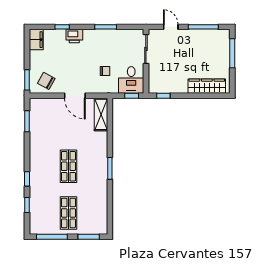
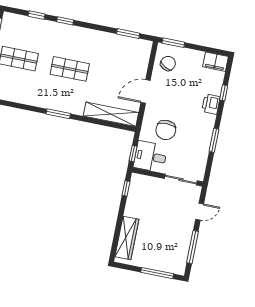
chair: (105, 71) -> (166, 130), width x1.87, depth x1.87
shelving: (101, 114) -> (111, 114), width x1.47

